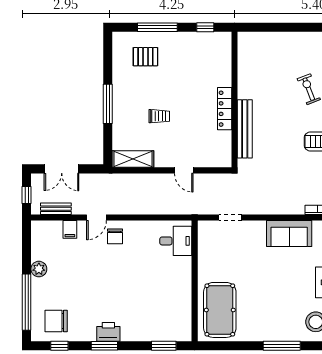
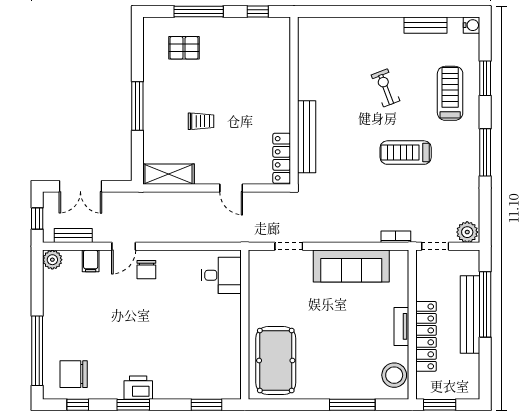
locker: (225, 109) -> (282, 158), moved
sofa: (289, 233) -> (351, 266), width x1.36
plant: (39, 269) -> (52, 260), moved

